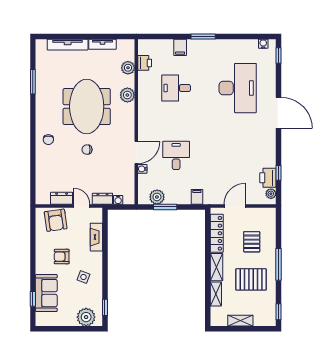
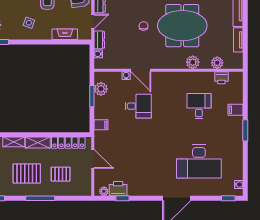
pallet: (251, 279) -> (27, 174), turned 90

